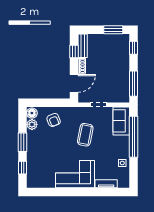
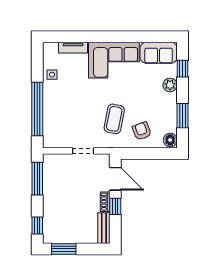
window: (74, 51) -> (115, 206), moved
door: (74, 83) -> (115, 179), swing flipped
sofa: (121, 121) -> (159, 53), moved, turned 90
plant: (32, 124) -> (170, 85), moved
coffee table: (85, 135) -> (114, 119), moved
window: (23, 142) -> (182, 116), moved

